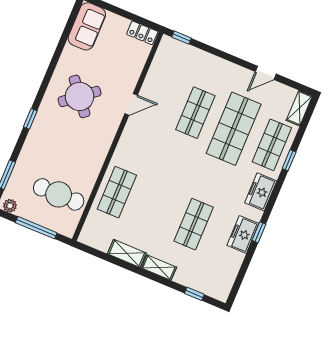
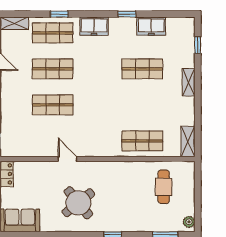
shop shelf: (234, 129) -> (53, 69), width x0.70, depth x0.74
cafe table: (59, 194) -> (164, 187), width x0.73, depth x0.74
window: (36, 228) -> (198, 194), removed
freezer: (243, 234) -> (151, 26), moved
shelving: (127, 253) -> (188, 142), moved

